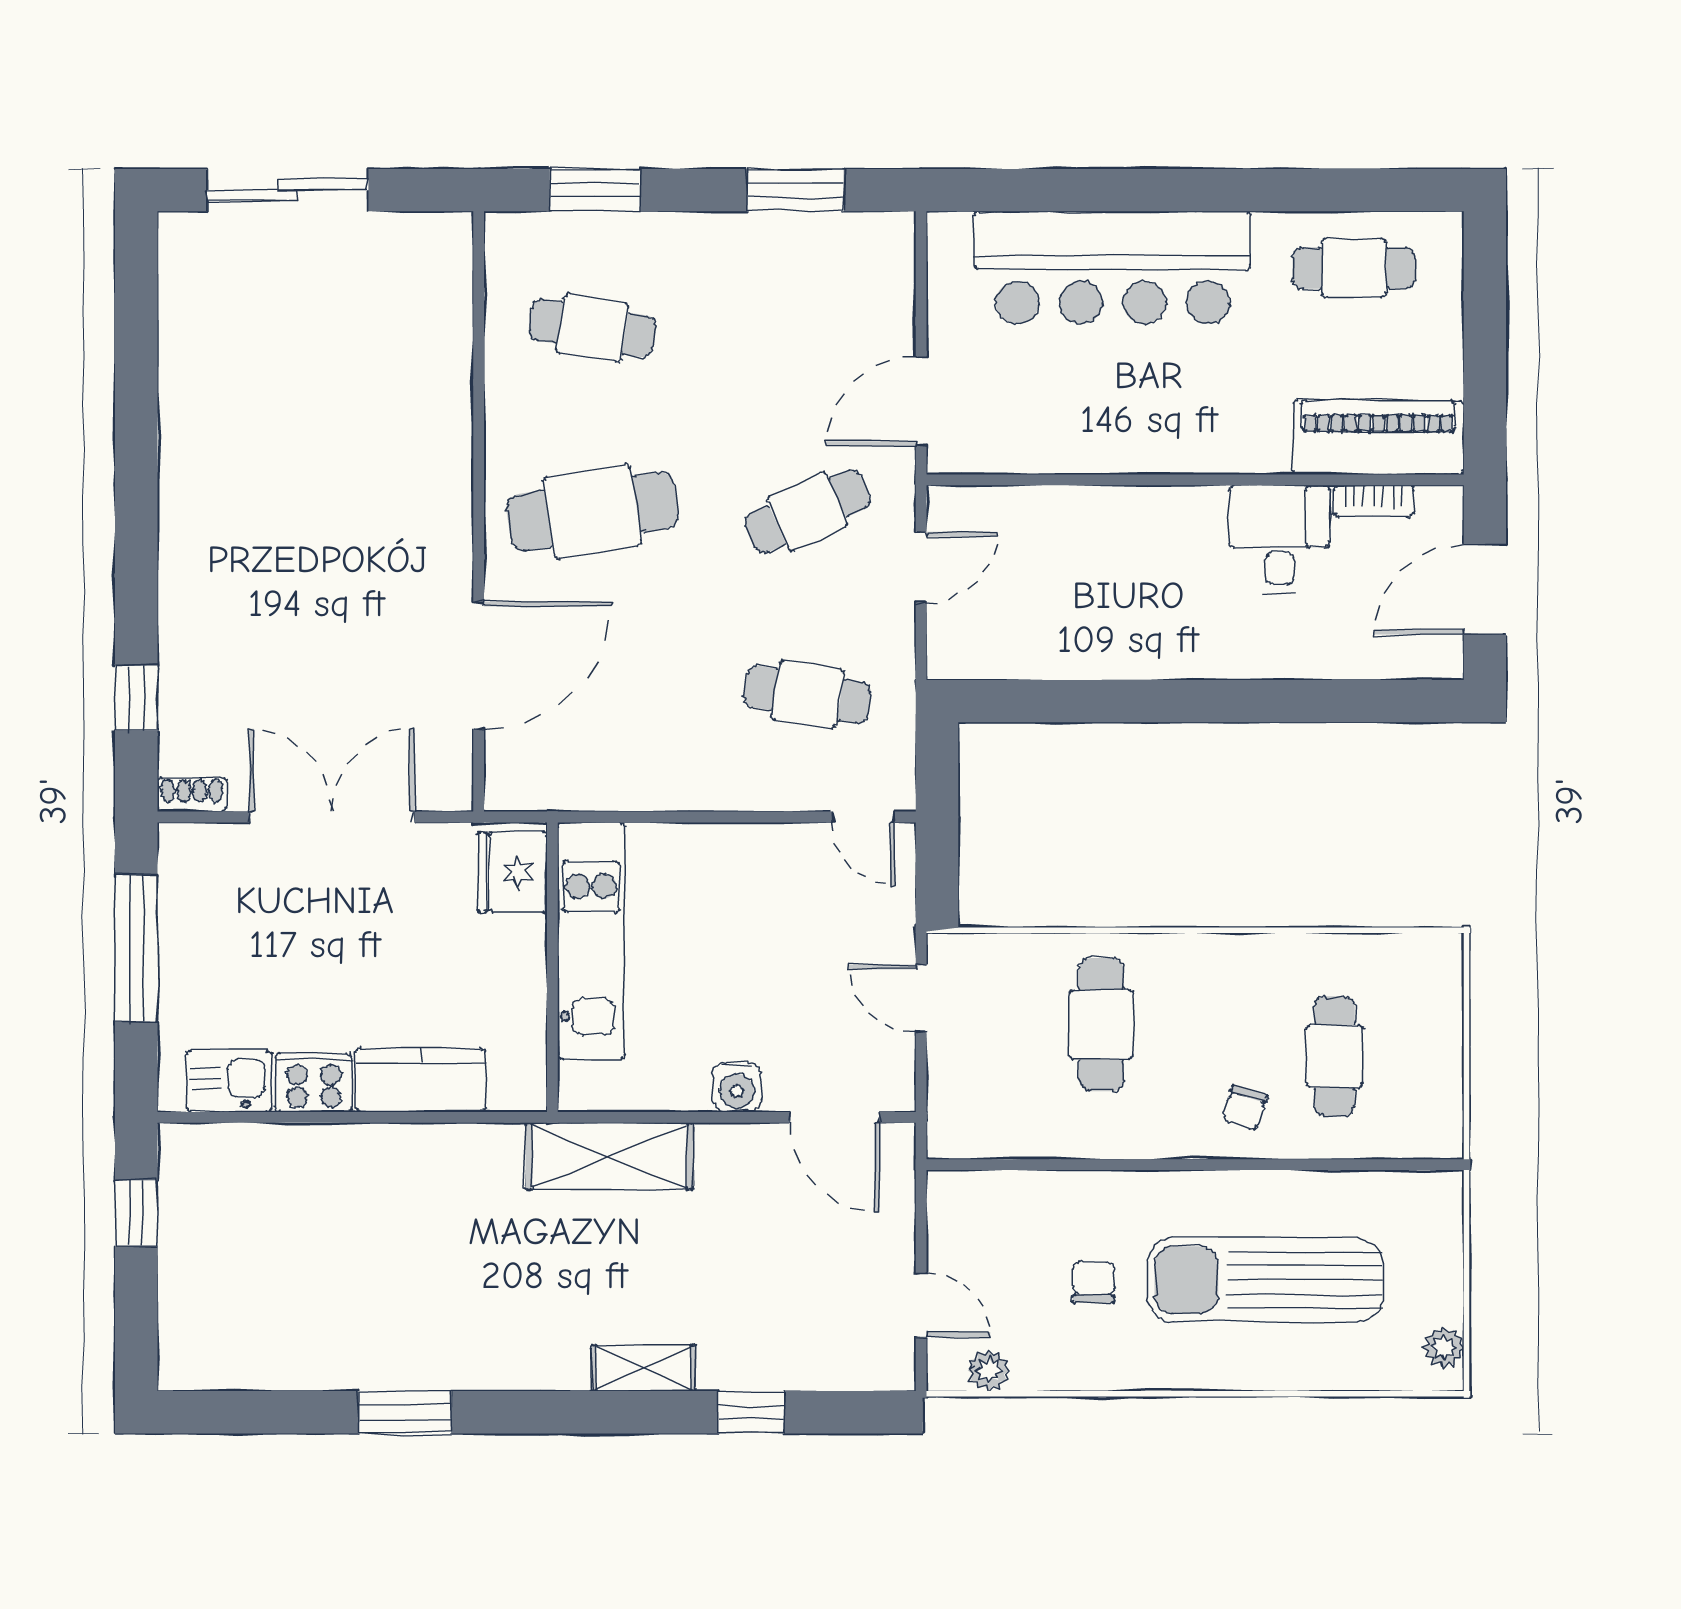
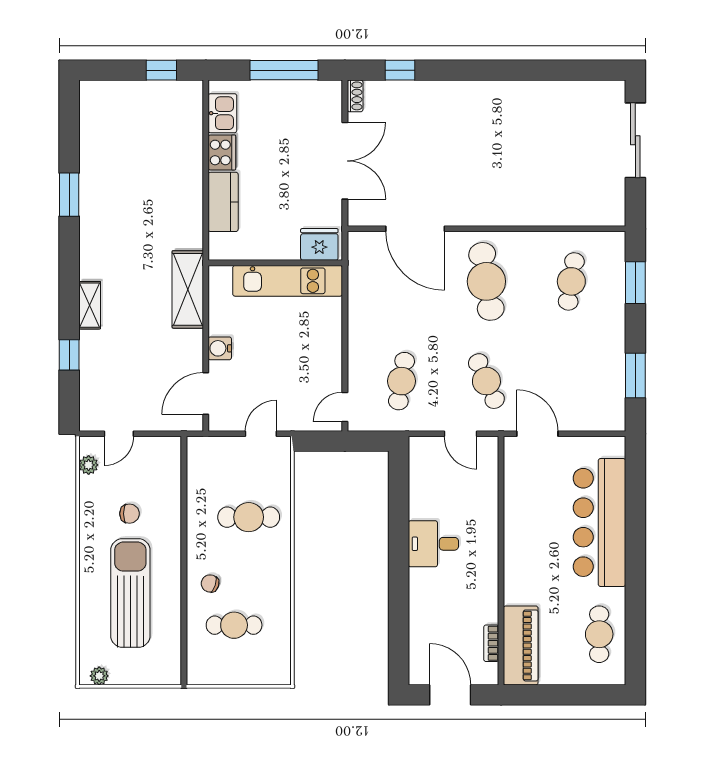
desk: (1280, 539) -> (433, 544), moved, turned 180

